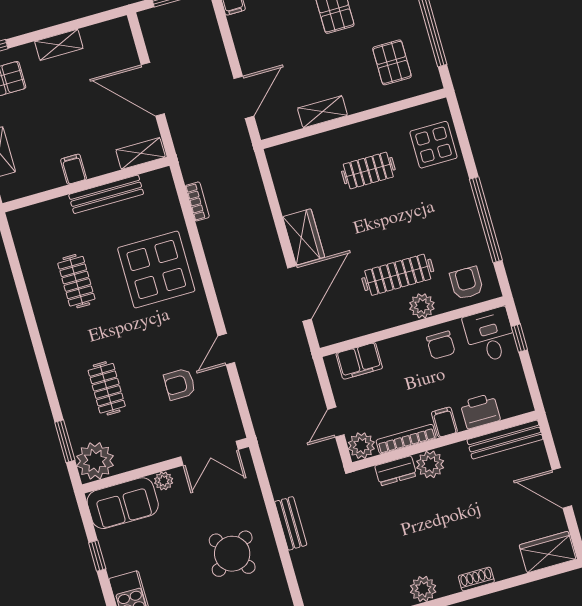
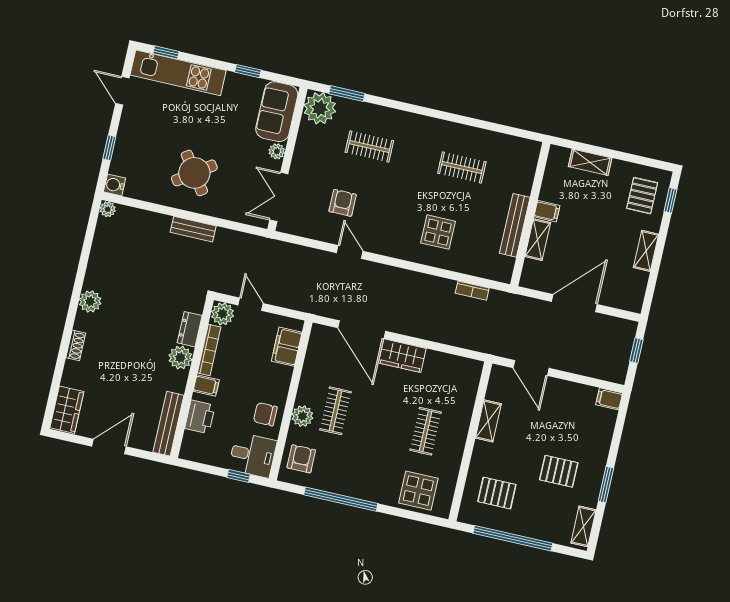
shelving: (141, 153) -> (538, 240), moved
display table: (156, 270) -> (438, 232), width x0.54, depth x0.54
clothes rail: (398, 275) -> (335, 411), width x0.73
armchair: (466, 283) -> (301, 459), turned -90

